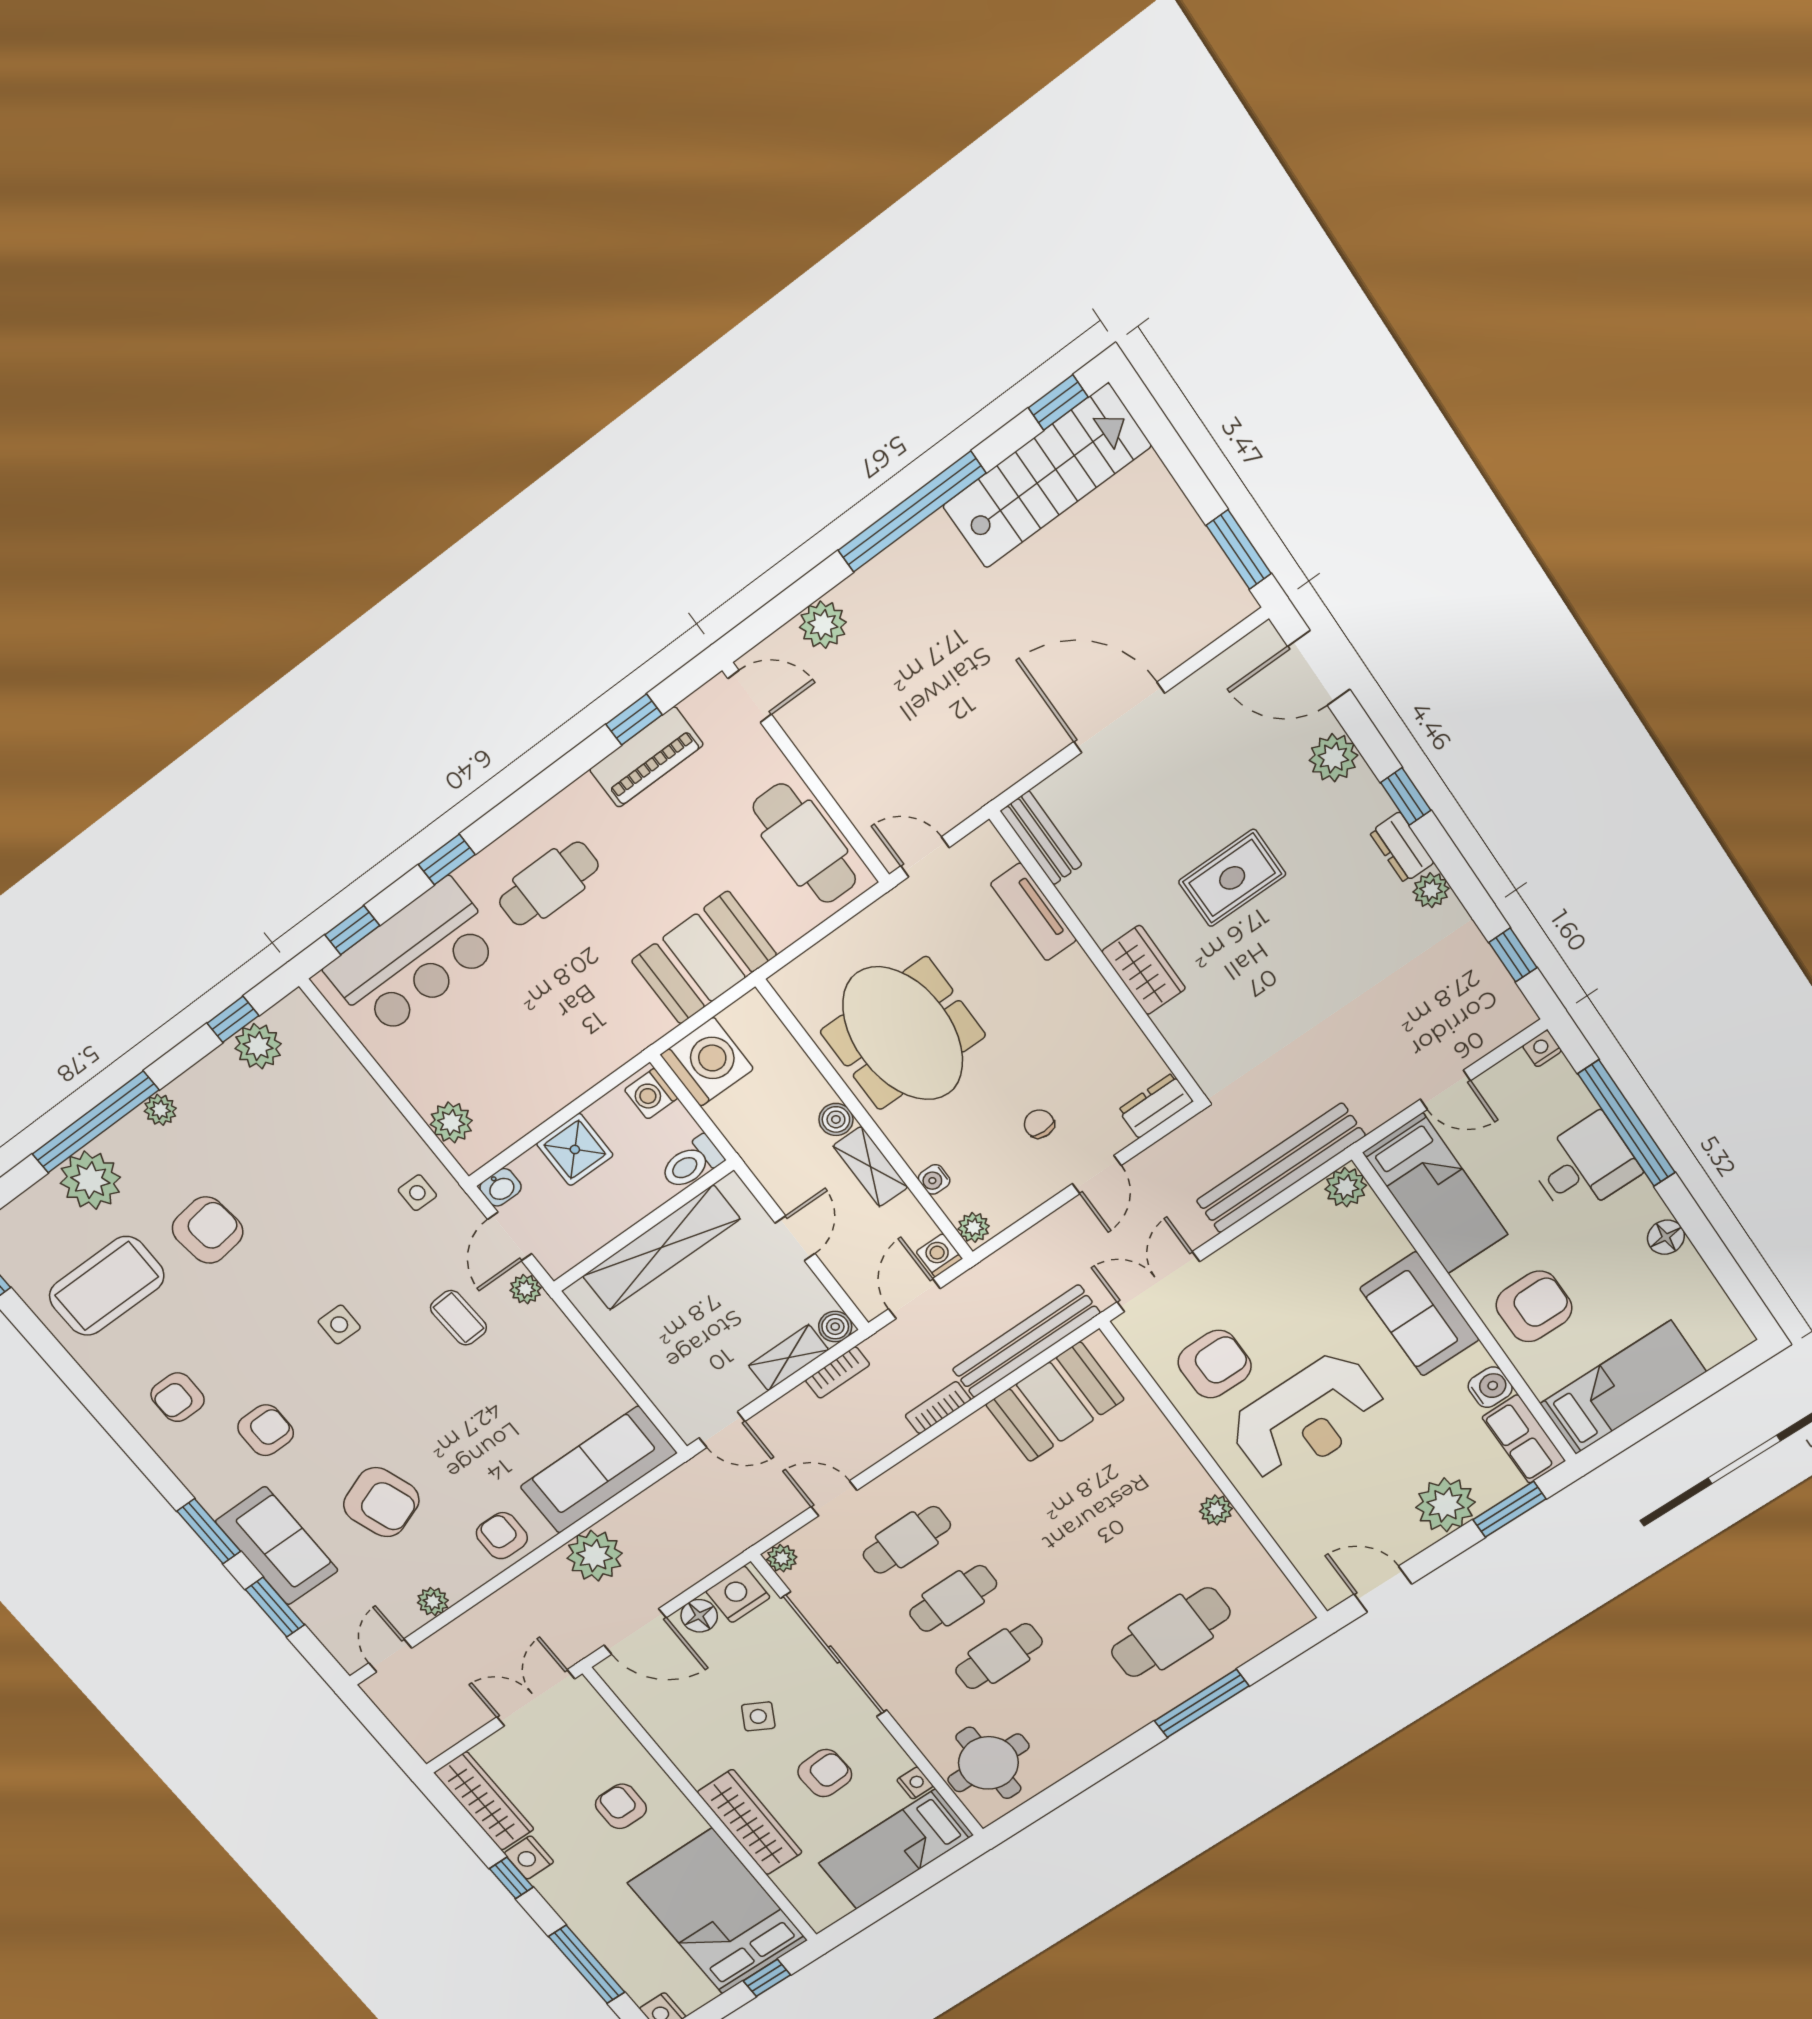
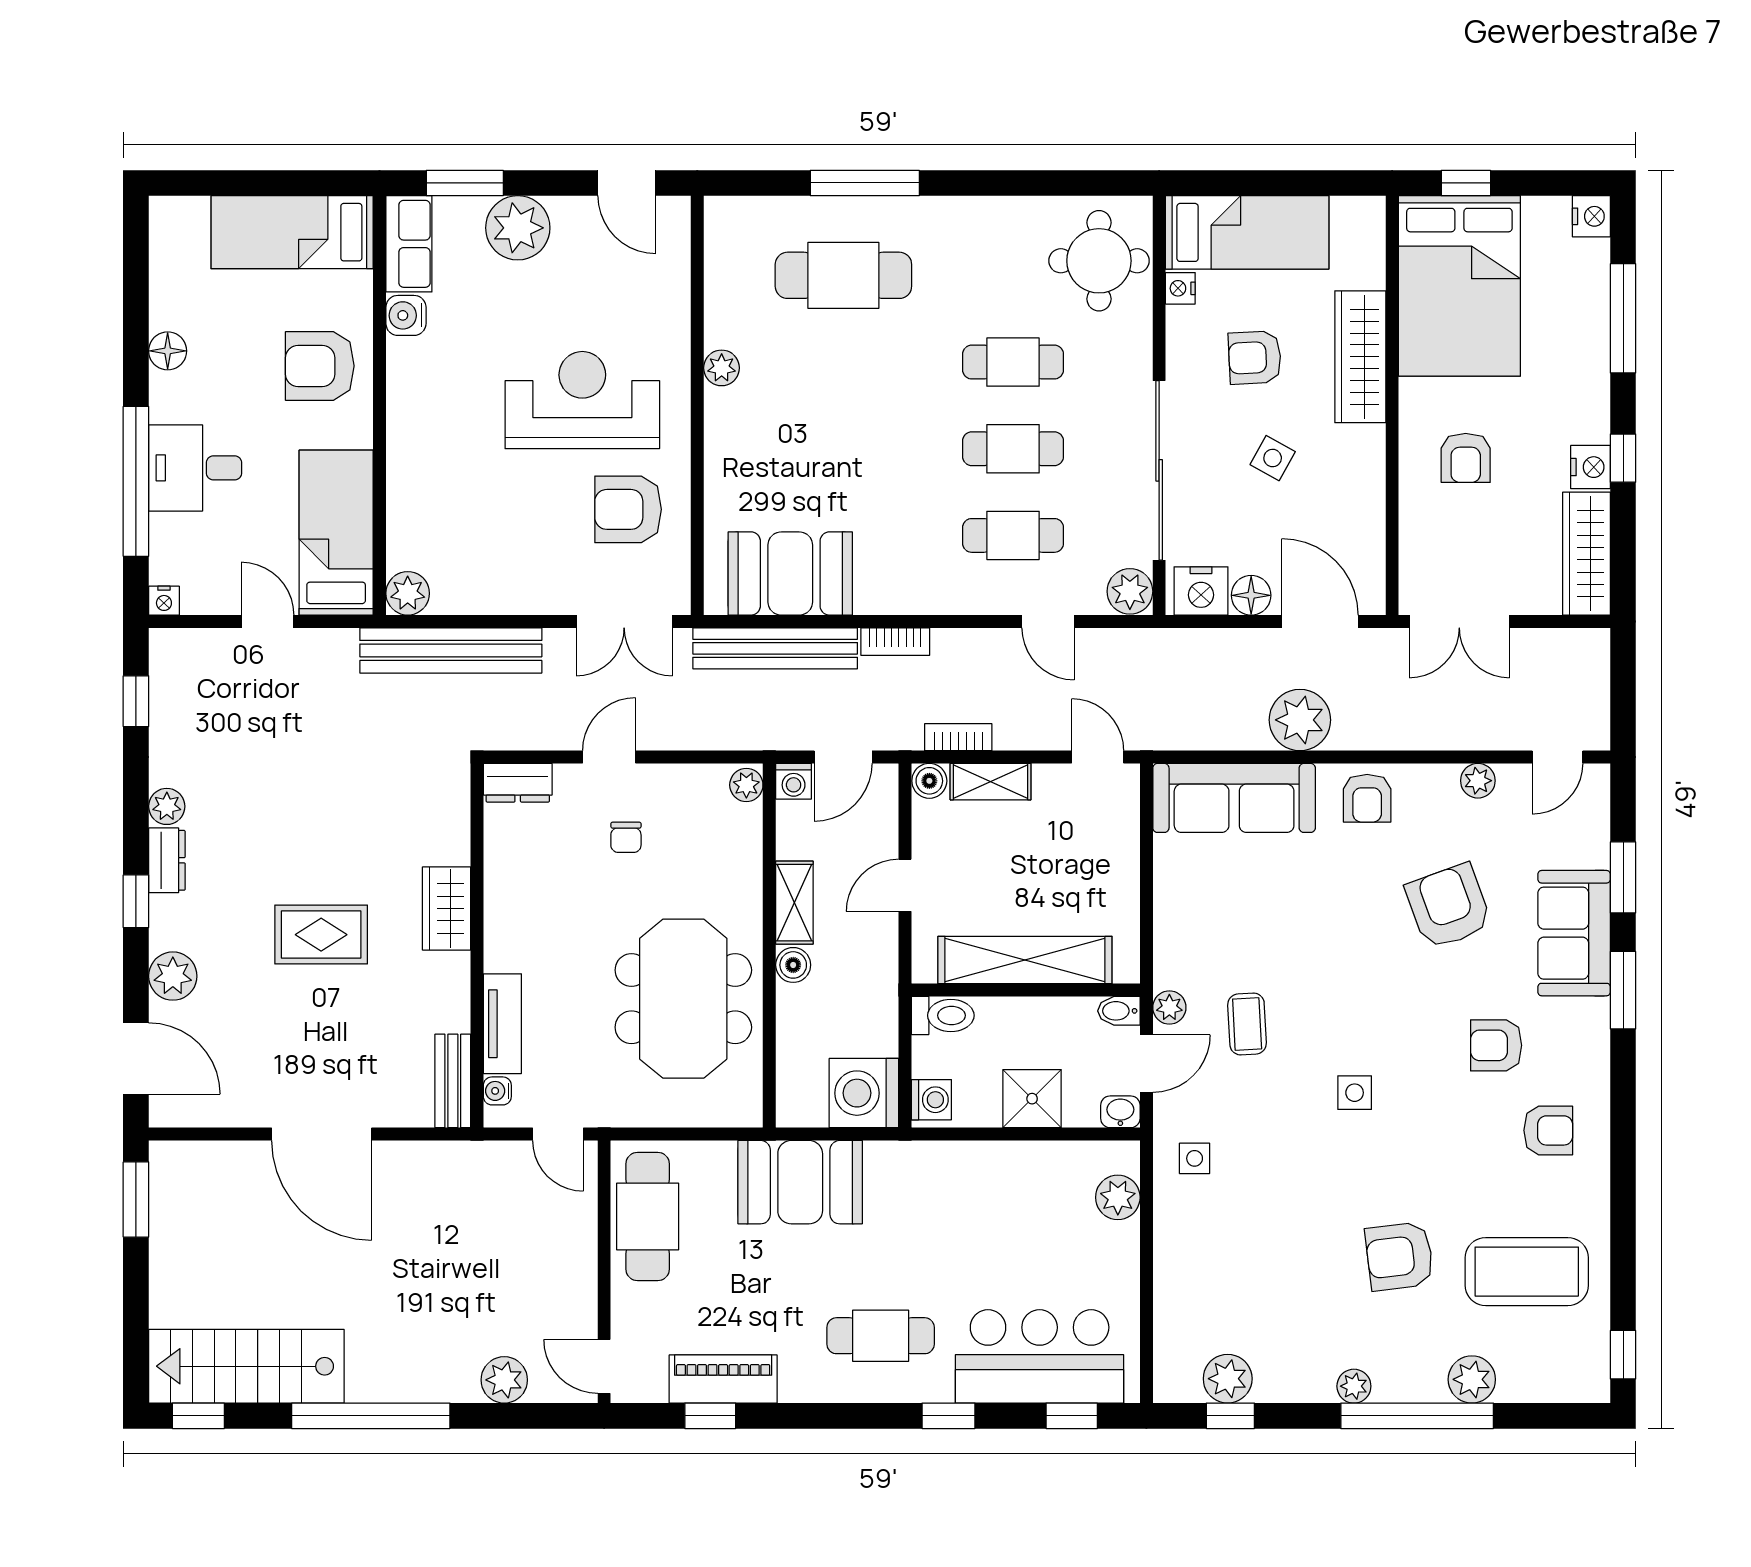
water cooler: (934, 1179) -> (497, 1091), moved, turned 180
plant: (90, 1180) -> (1472, 1379), width x0.73, depth x0.73
bidet: (561, 1260) -> (1119, 1011), added
sofa: (1419, 1314) -> (422, 430), removed
plant: (782, 1558) -> (1130, 591), width x1.38, depth x1.38

